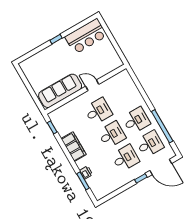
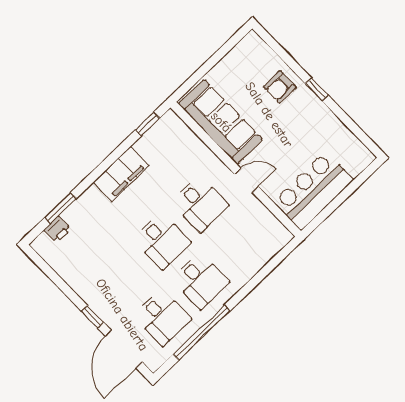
bar counter: (86, 36) -> (313, 191), moved, turned 90
armchair: (50, 57) -> (280, 87), added
door: (92, 85) -> (246, 180), hinge flipped
desk: (125, 158) -> (124, 277), removed
printer: (86, 172) -> (57, 229), moved

